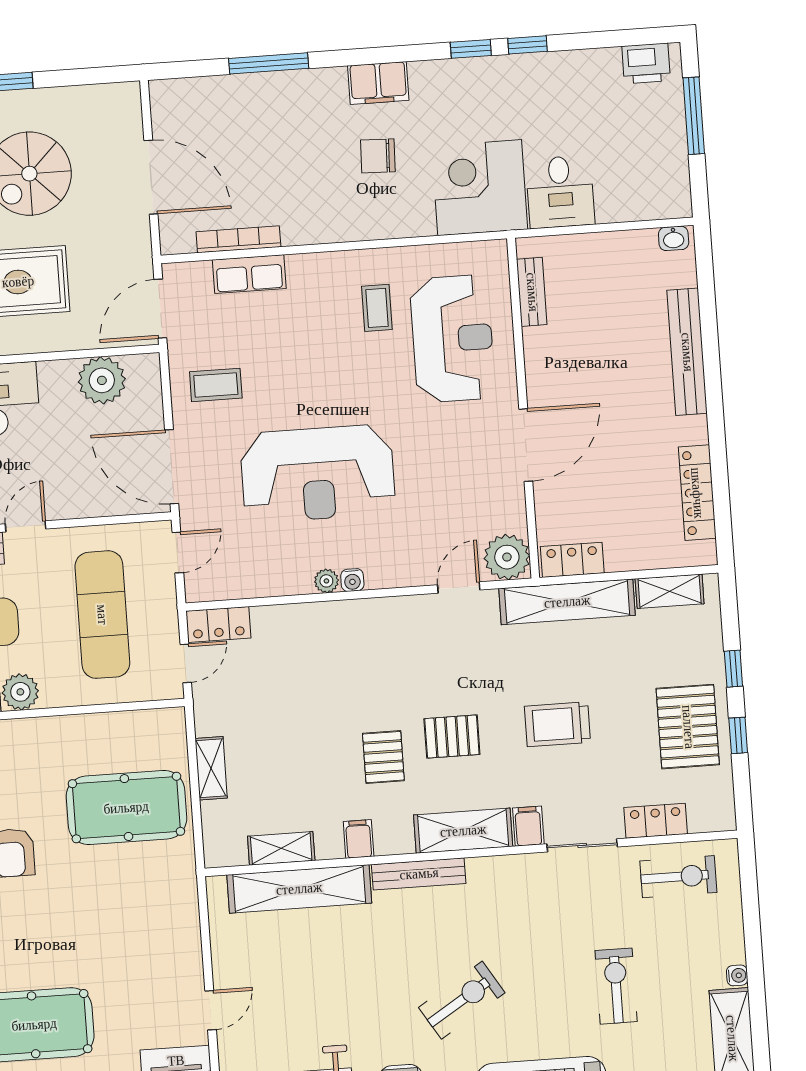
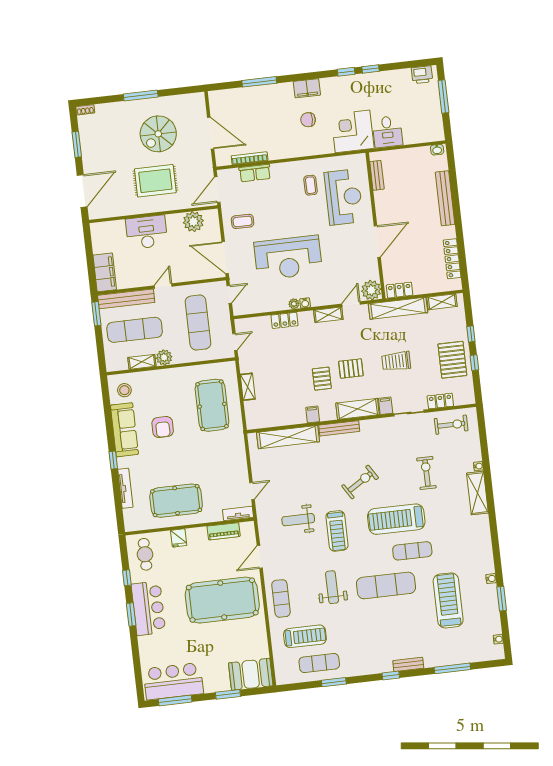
locker: (218, 624) -> (285, 320), moved
pool table: (126, 808) -> (212, 405), turned 90
shelving: (281, 848) -> (328, 315), moved

